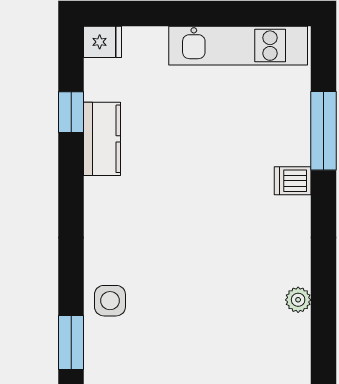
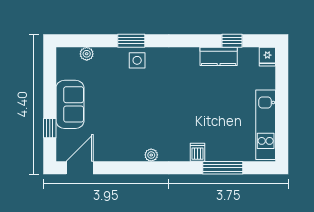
plant: (298, 300) -> (151, 155), moved
window: (71, 343) -> (131, 41), moved

